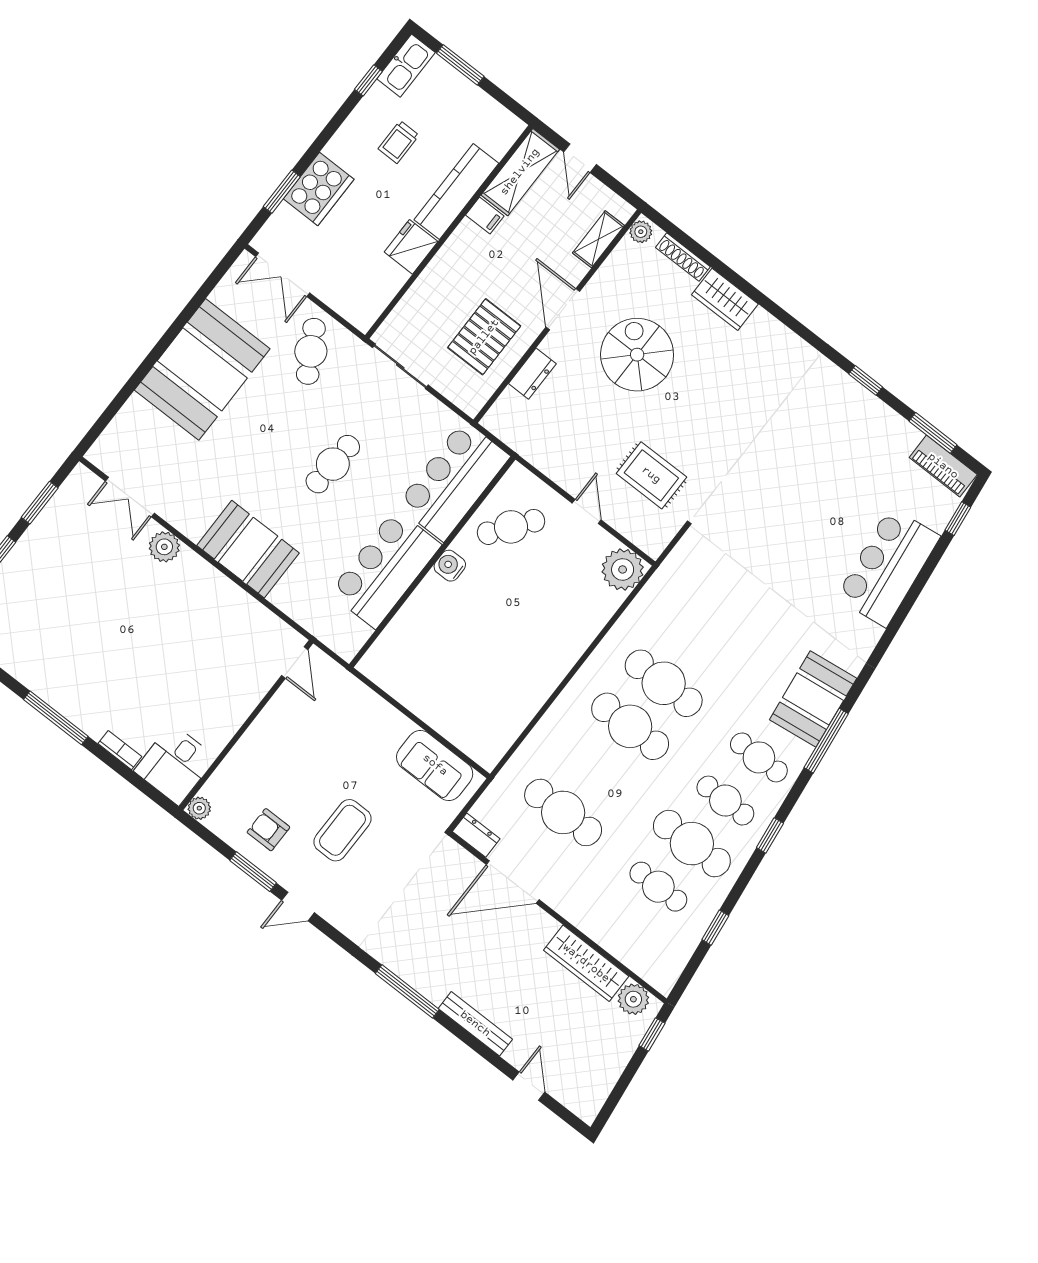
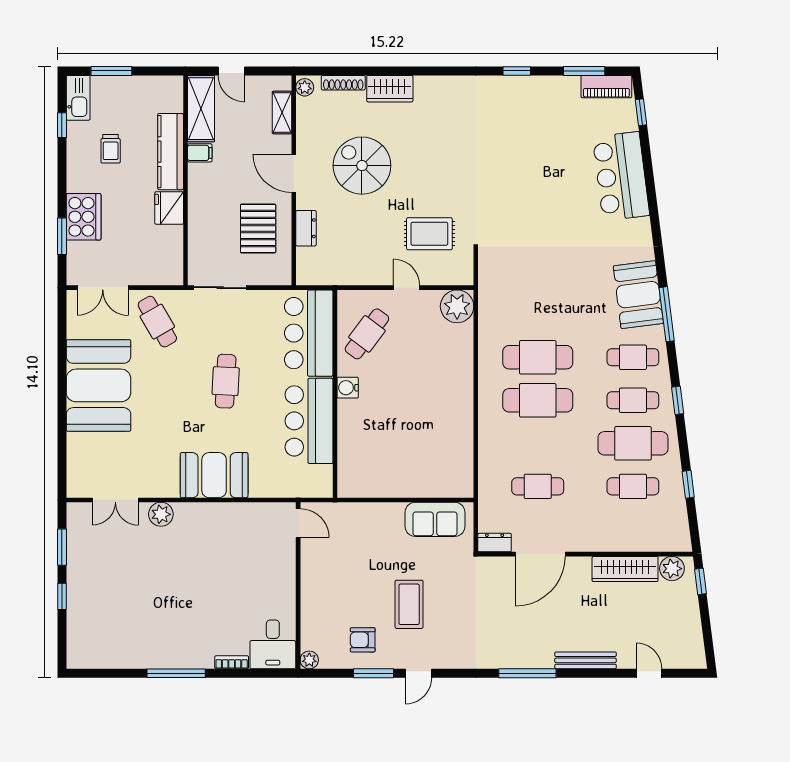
cafe table: (563, 812) -> (538, 486), width x0.73, depth x0.74

